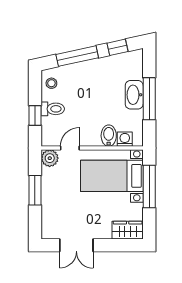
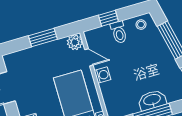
bidet: (109, 136) -> (110, 88), removed
washing machine: (125, 139) -> (103, 75), moved

